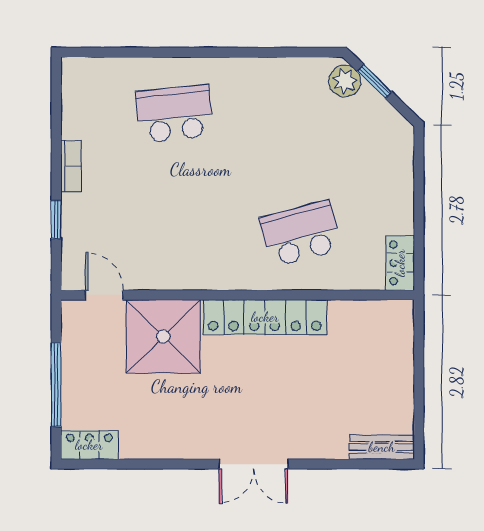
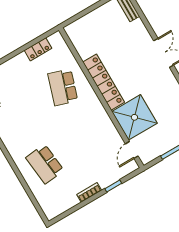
school desk: (301, 233) -> (63, 87), turned 33
locker: (400, 263) -> (38, 49), moved

